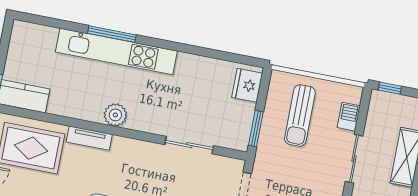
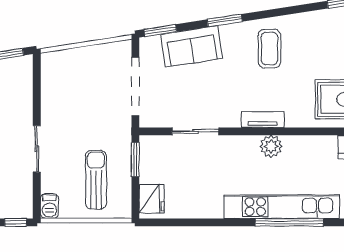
window: (112, 34) -> (289, 222), width x1.46
barbecue: (349, 117) -> (49, 206), moved
tv unit: (89, 138) -> (263, 120), moved

